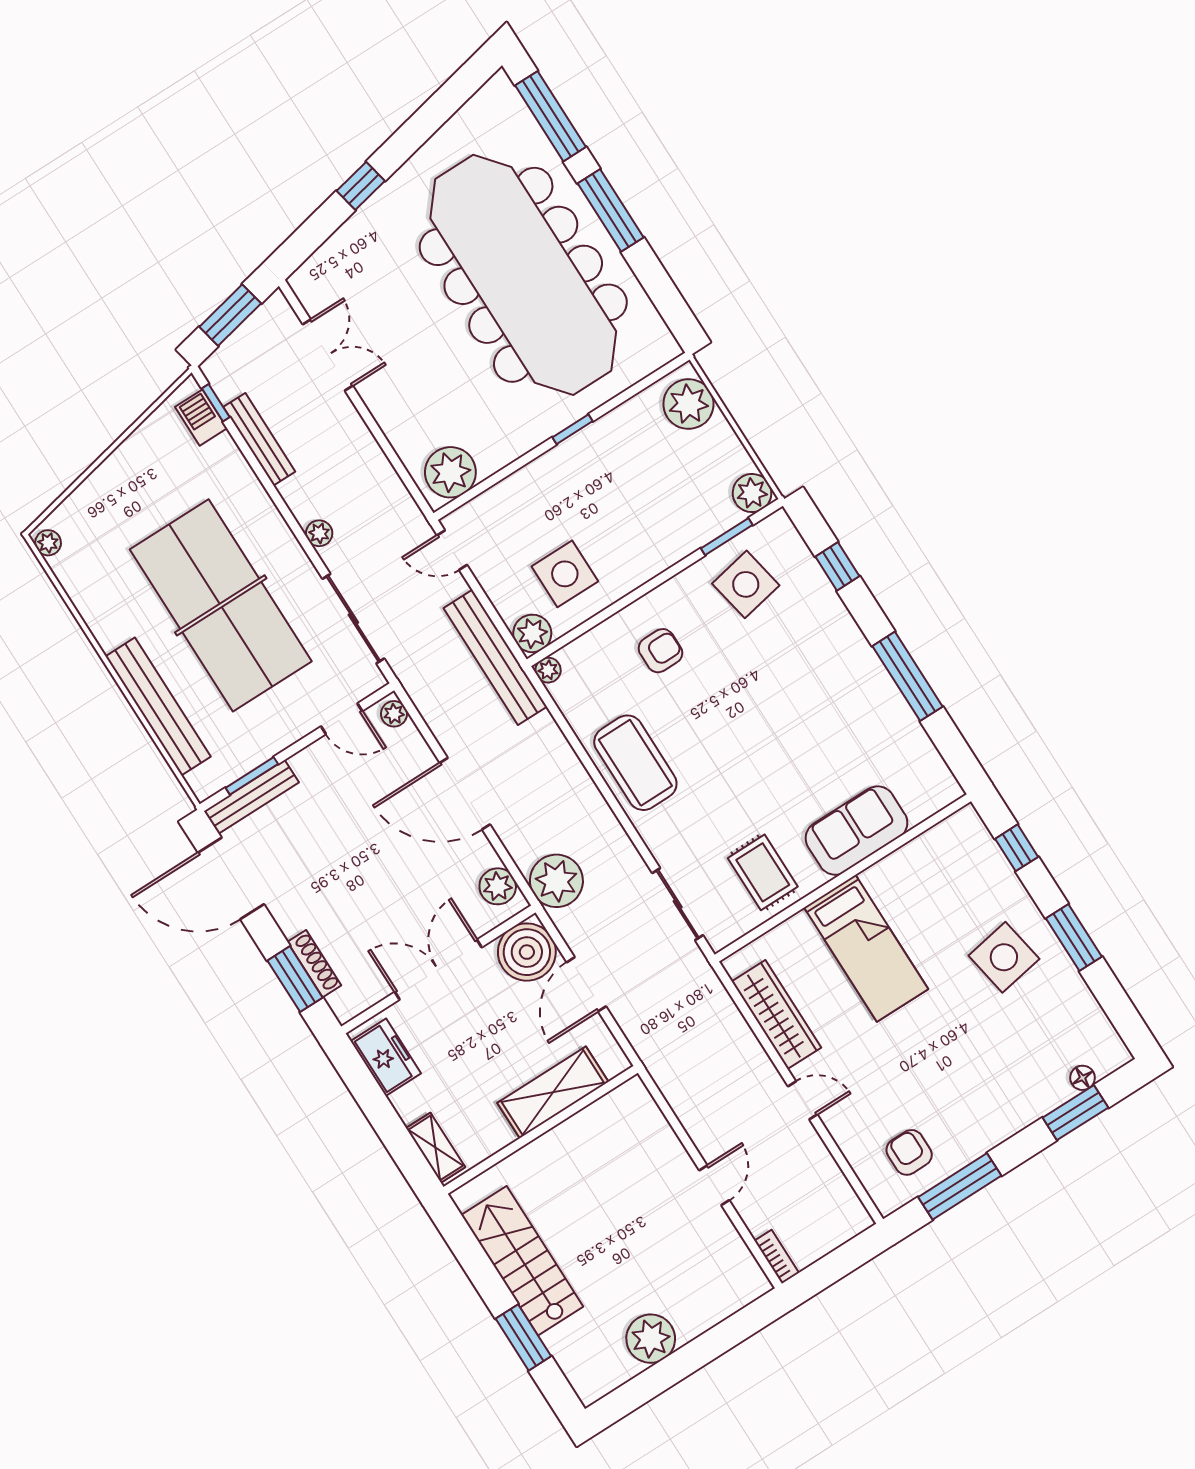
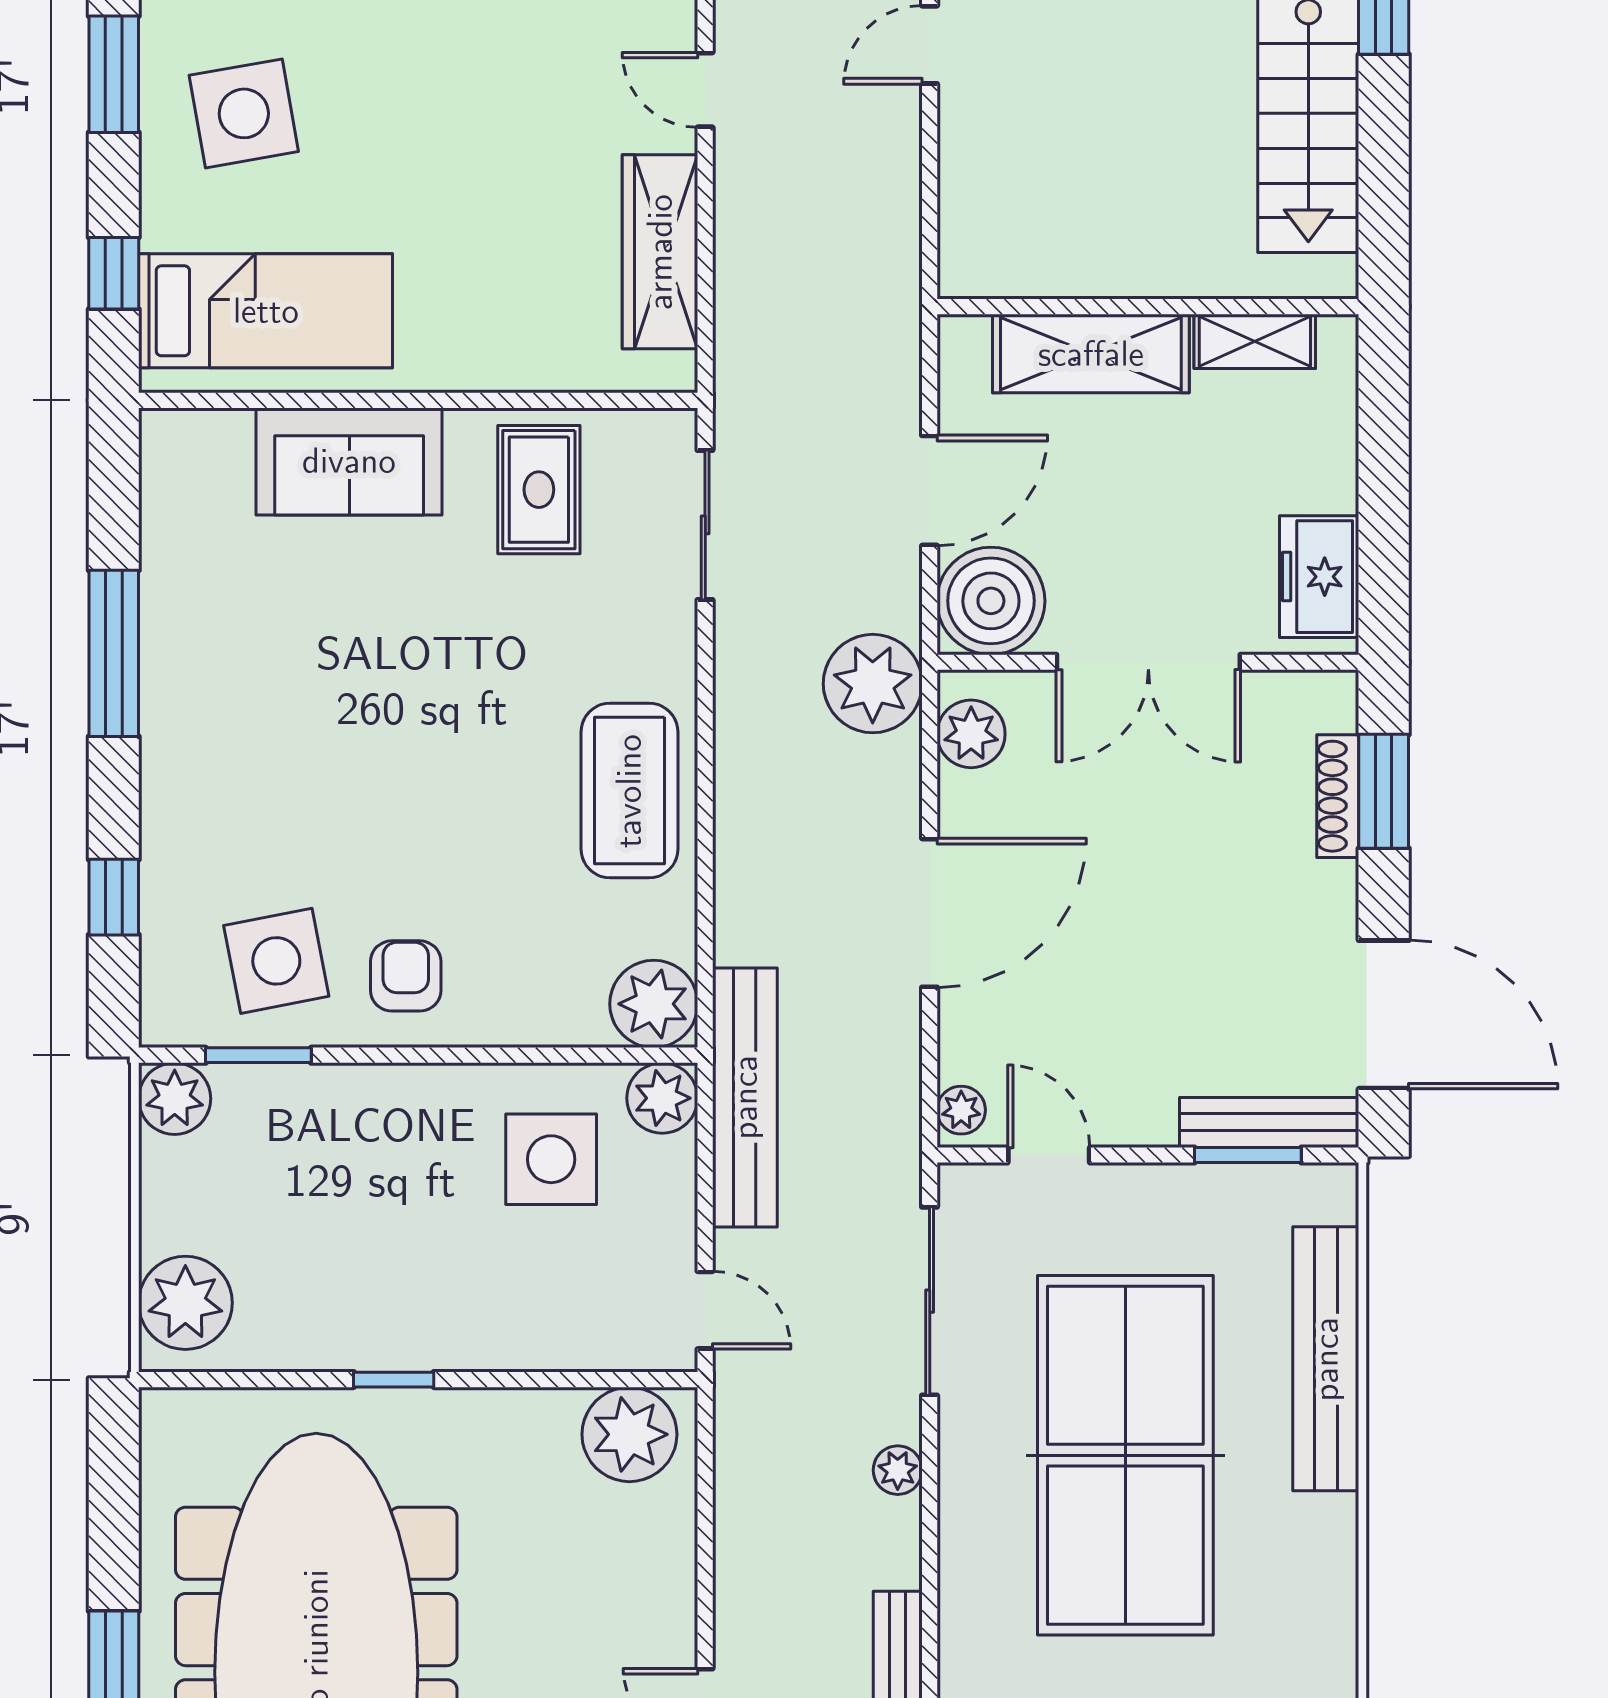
armchair: (660, 651) -> (406, 976), moved, turned 90
plant: (548, 670) -> (654, 1004), width x1.88, depth x1.88
door: (465, 794) -> (930, 913), hinge flipped
bed: (866, 948) -> (266, 311), moved, turned 90
shelving: (436, 1148) -> (1255, 341), moved, turned 90

